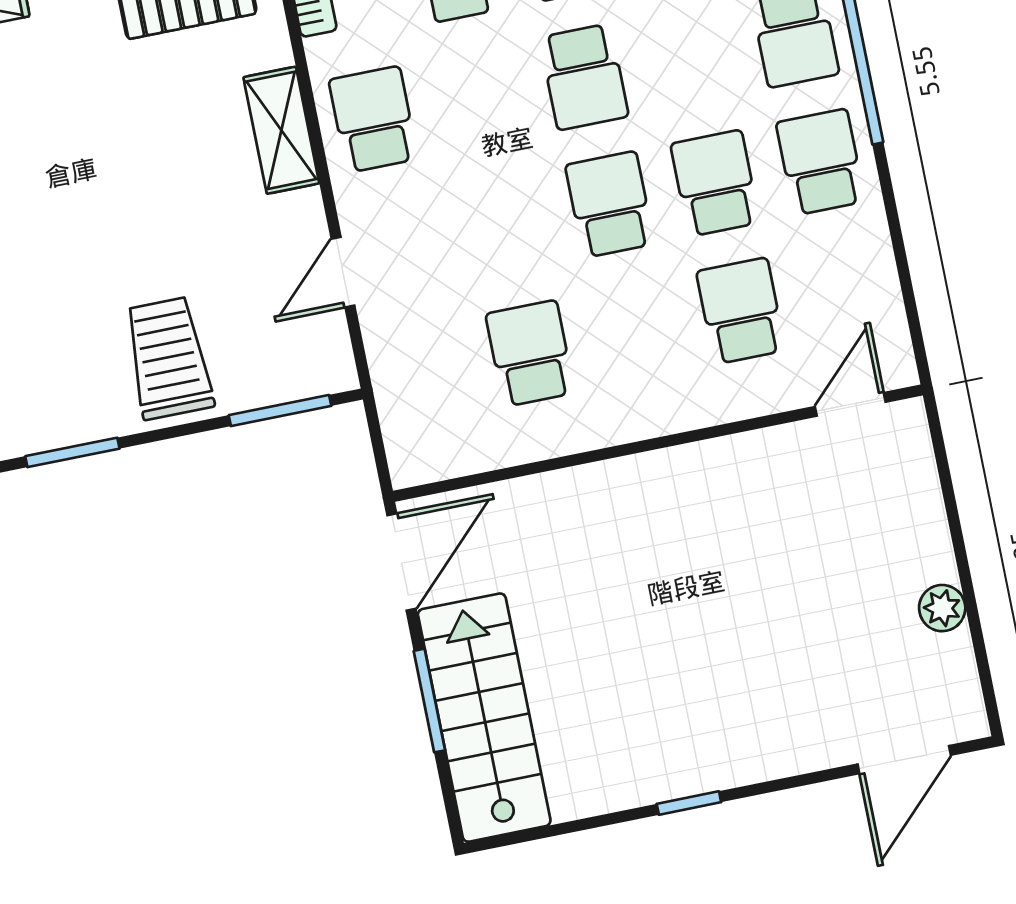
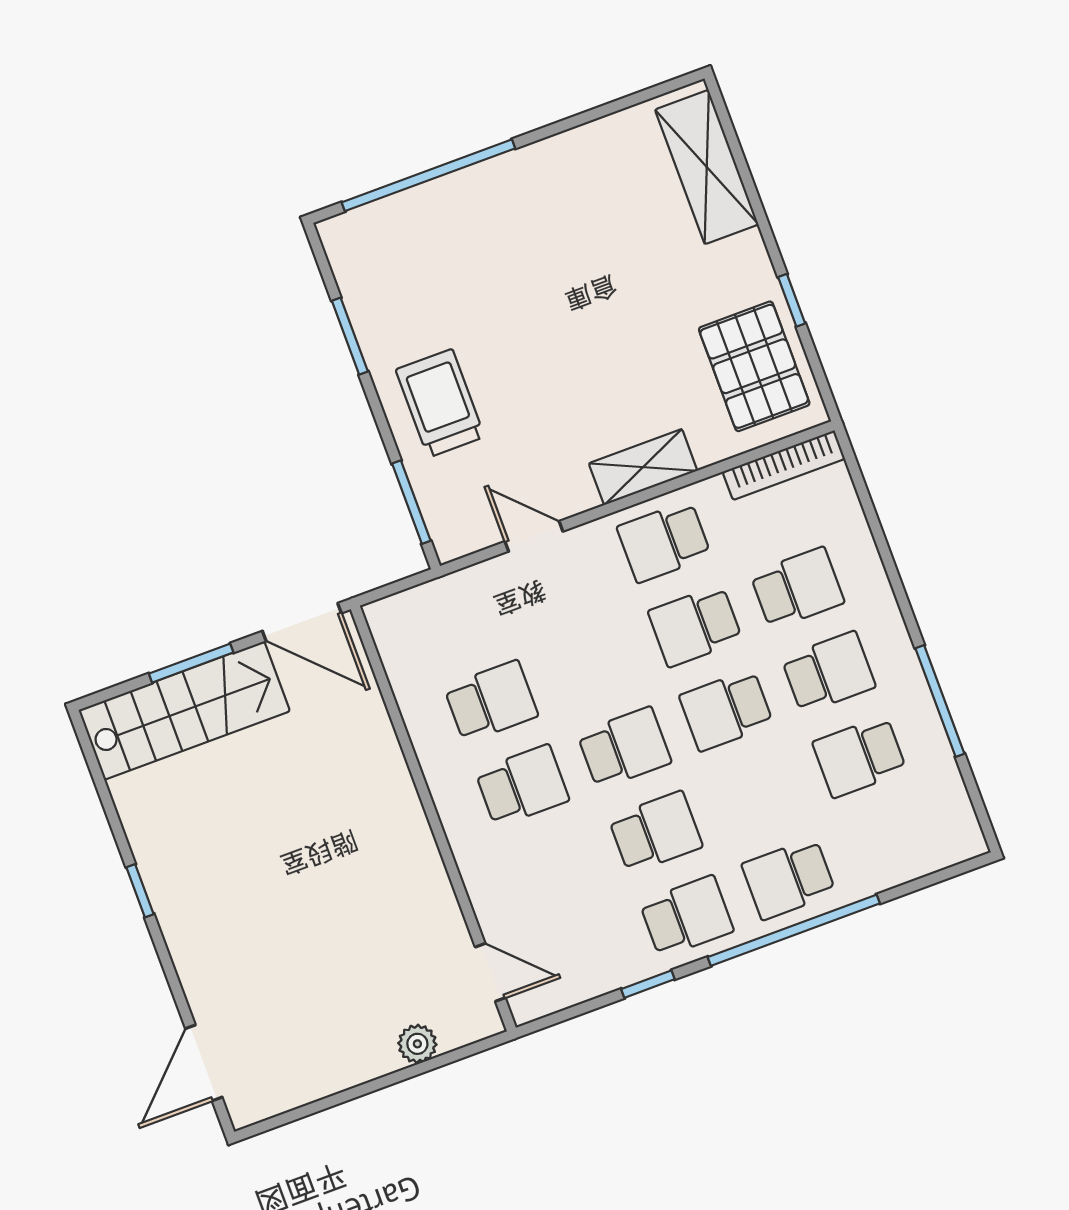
school desk: (479, 98) -> (695, 626), added
school desk: (373, 119) -> (664, 542), turned 180
window: (893, 220) -> (648, 984), added
school desk: (741, 311) -> (522, 786), moved
trolley: (168, 358) -> (440, 403), turned -90
plant: (942, 608) -> (417, 1044), moved
door: (904, 760) -> (204, 1063), hinge flipped

